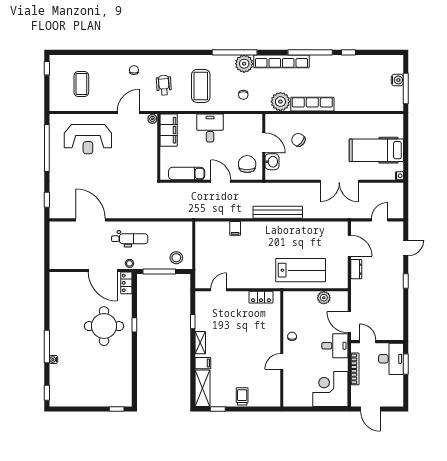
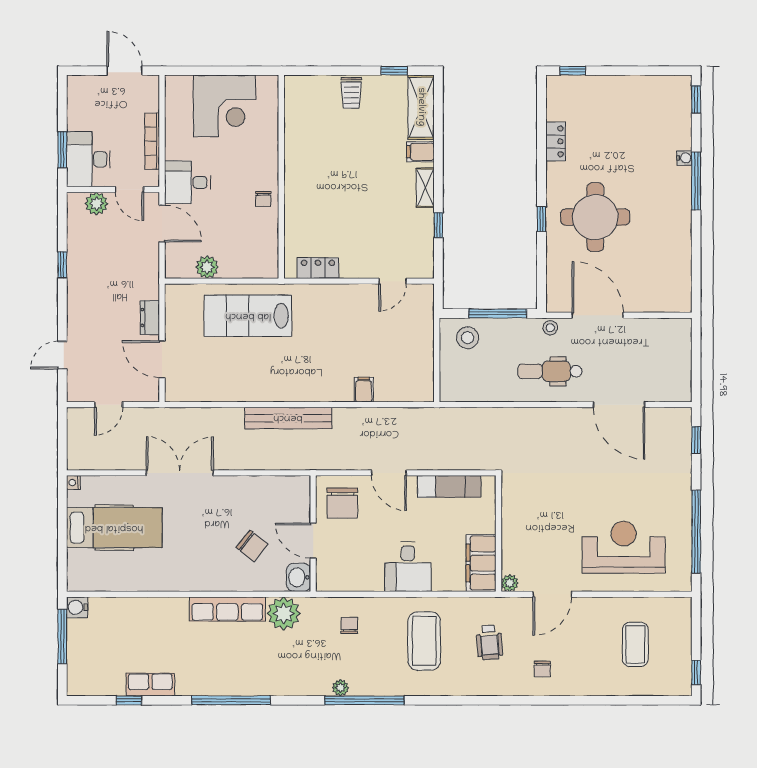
window: (349, 52) -> (129, 700), moved
row of seats: (282, 61) -> (150, 684), moved, width x0.50
plant: (244, 64) -> (340, 688), width x0.53, depth x0.53
water cooler: (397, 80) -> (77, 607), moved
washbasin: (272, 162) -> (299, 577), moved
window: (406, 281) -> (62, 265), moved
locker: (126, 283) -> (556, 141), moved
plant: (386, 334) -> (97, 204), added
door: (282, 361) -> (281, 155), removed
corner desk: (330, 389) -> (224, 106), moved

